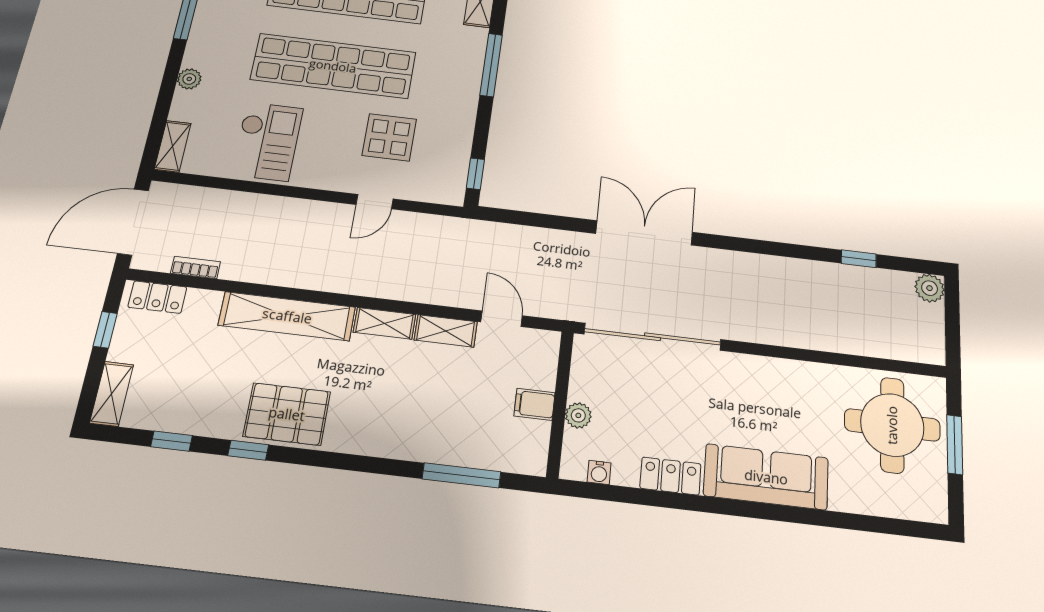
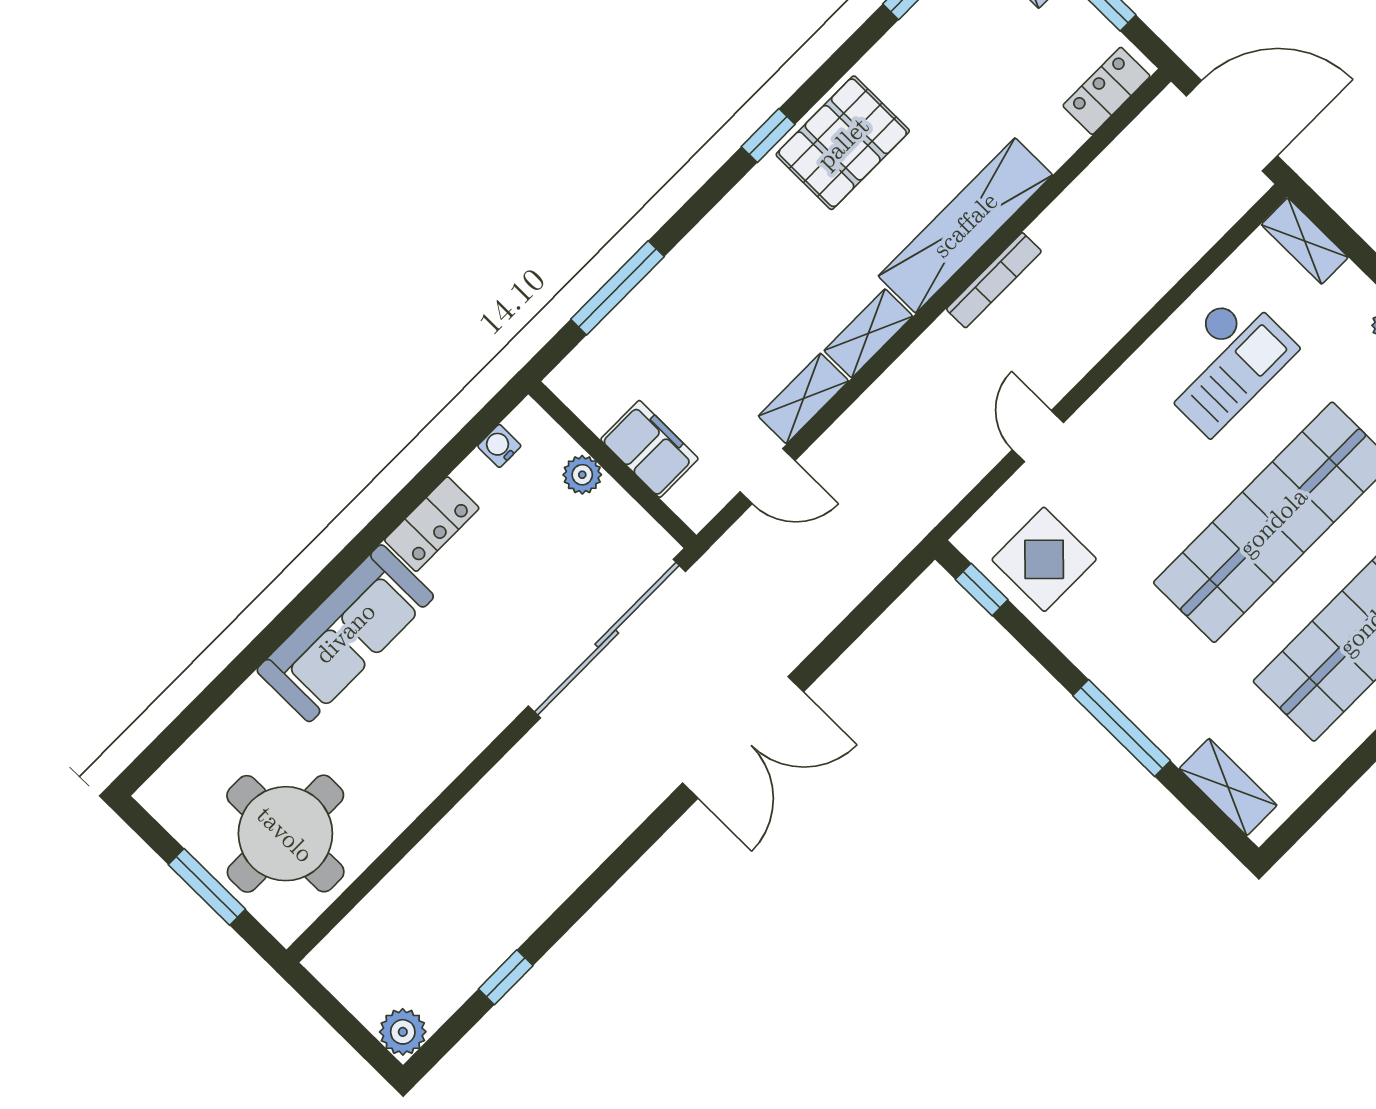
display table: (389, 137) -> (1044, 559), moved
checkout: (267, 141) -> (1224, 362), turned -90
door: (133, 222) -> (1232, 126), hinge flipped
bookcase: (195, 267) -> (994, 280), moved, width x1.56
filing cabinet: (534, 404) -> (649, 449), width x2.00
window: (248, 450) -> (768, 136), moved

